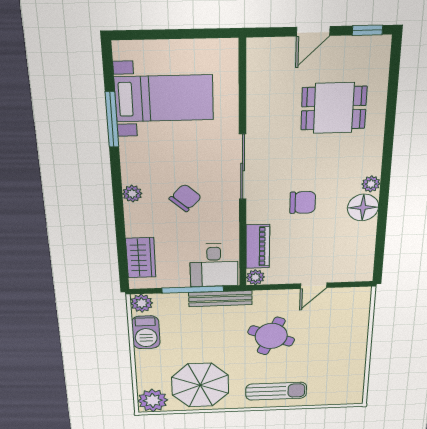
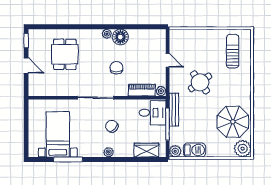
round table: (271, 336) -> (200, 82), turned 31
sun lounger: (276, 391) -> (233, 51), moved

